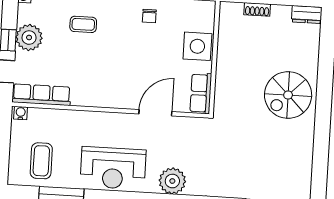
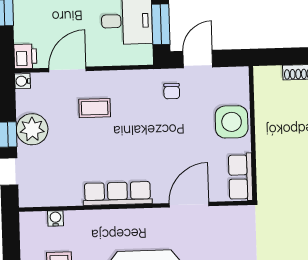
row of seats: (41, 95) -> (117, 193), moved
water cooler: (21, 113) -> (55, 218), moved

